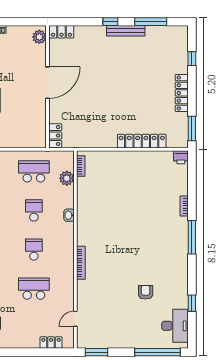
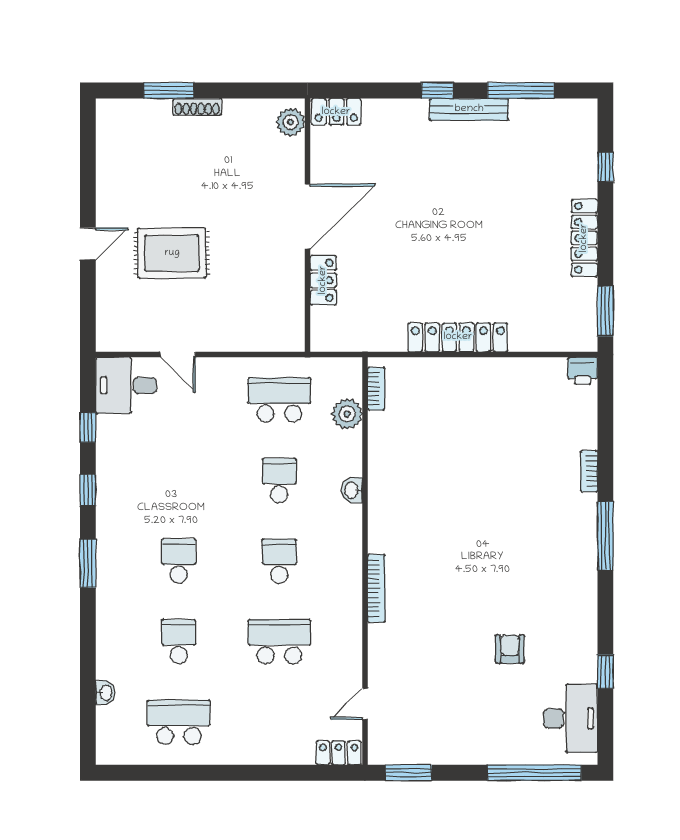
locker: (55, 136) -> (323, 280), moved
locker: (142, 141) -> (458, 337), moved
locker: (51, 343) -> (339, 753), moved

